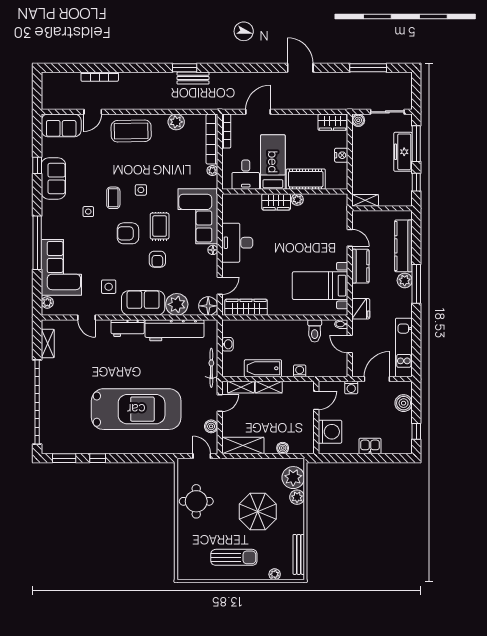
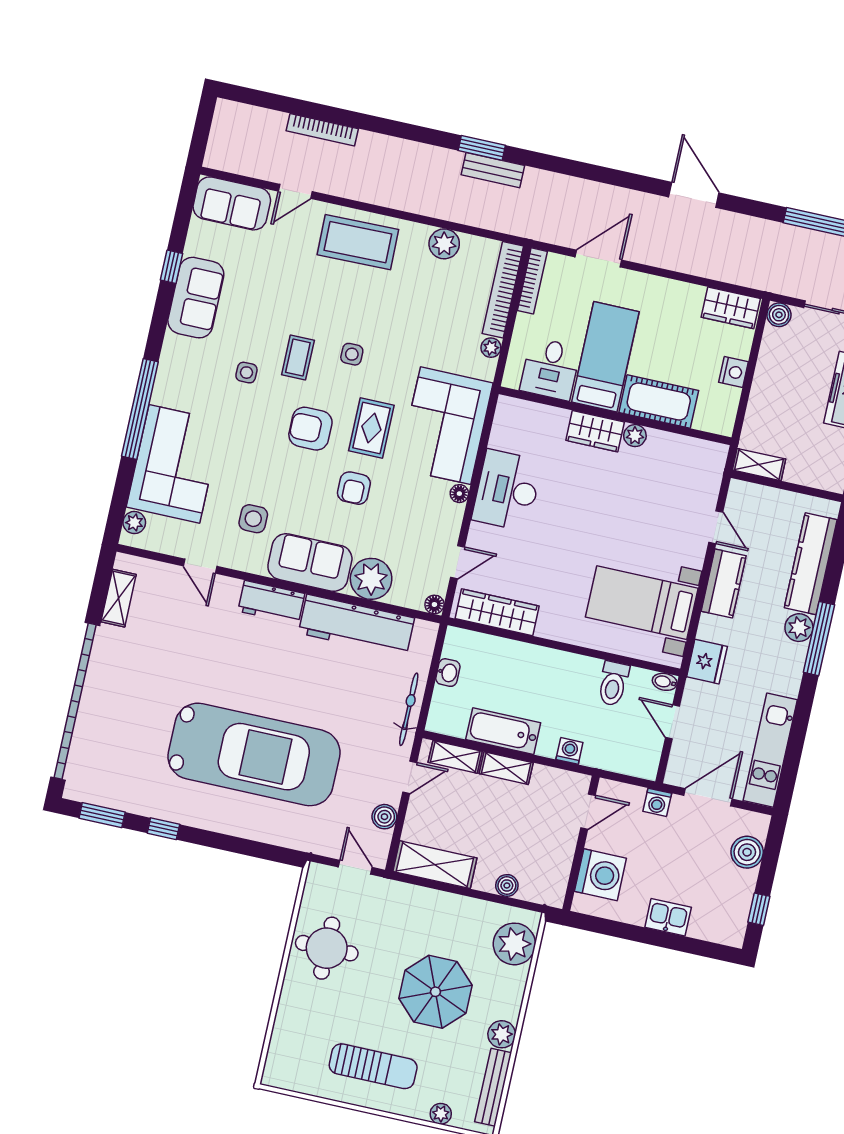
floor lamp: (208, 306) -> (434, 604), width x0.53, depth x0.53
plant: (297, 497) -> (502, 1034), moved

